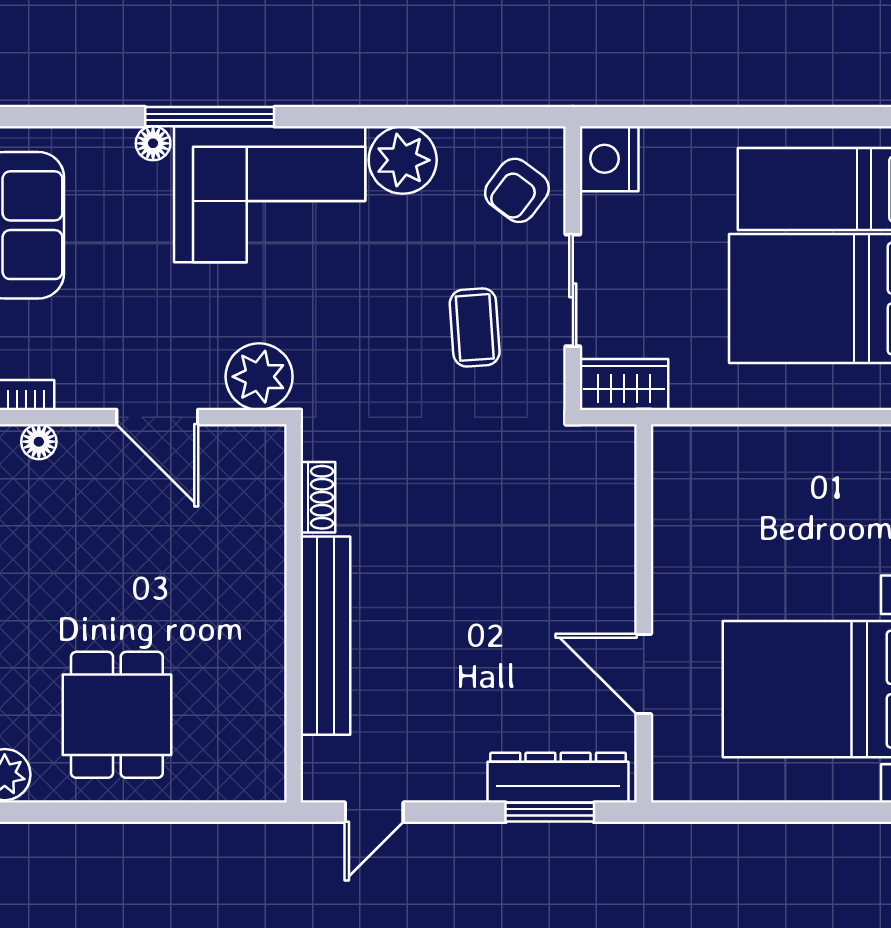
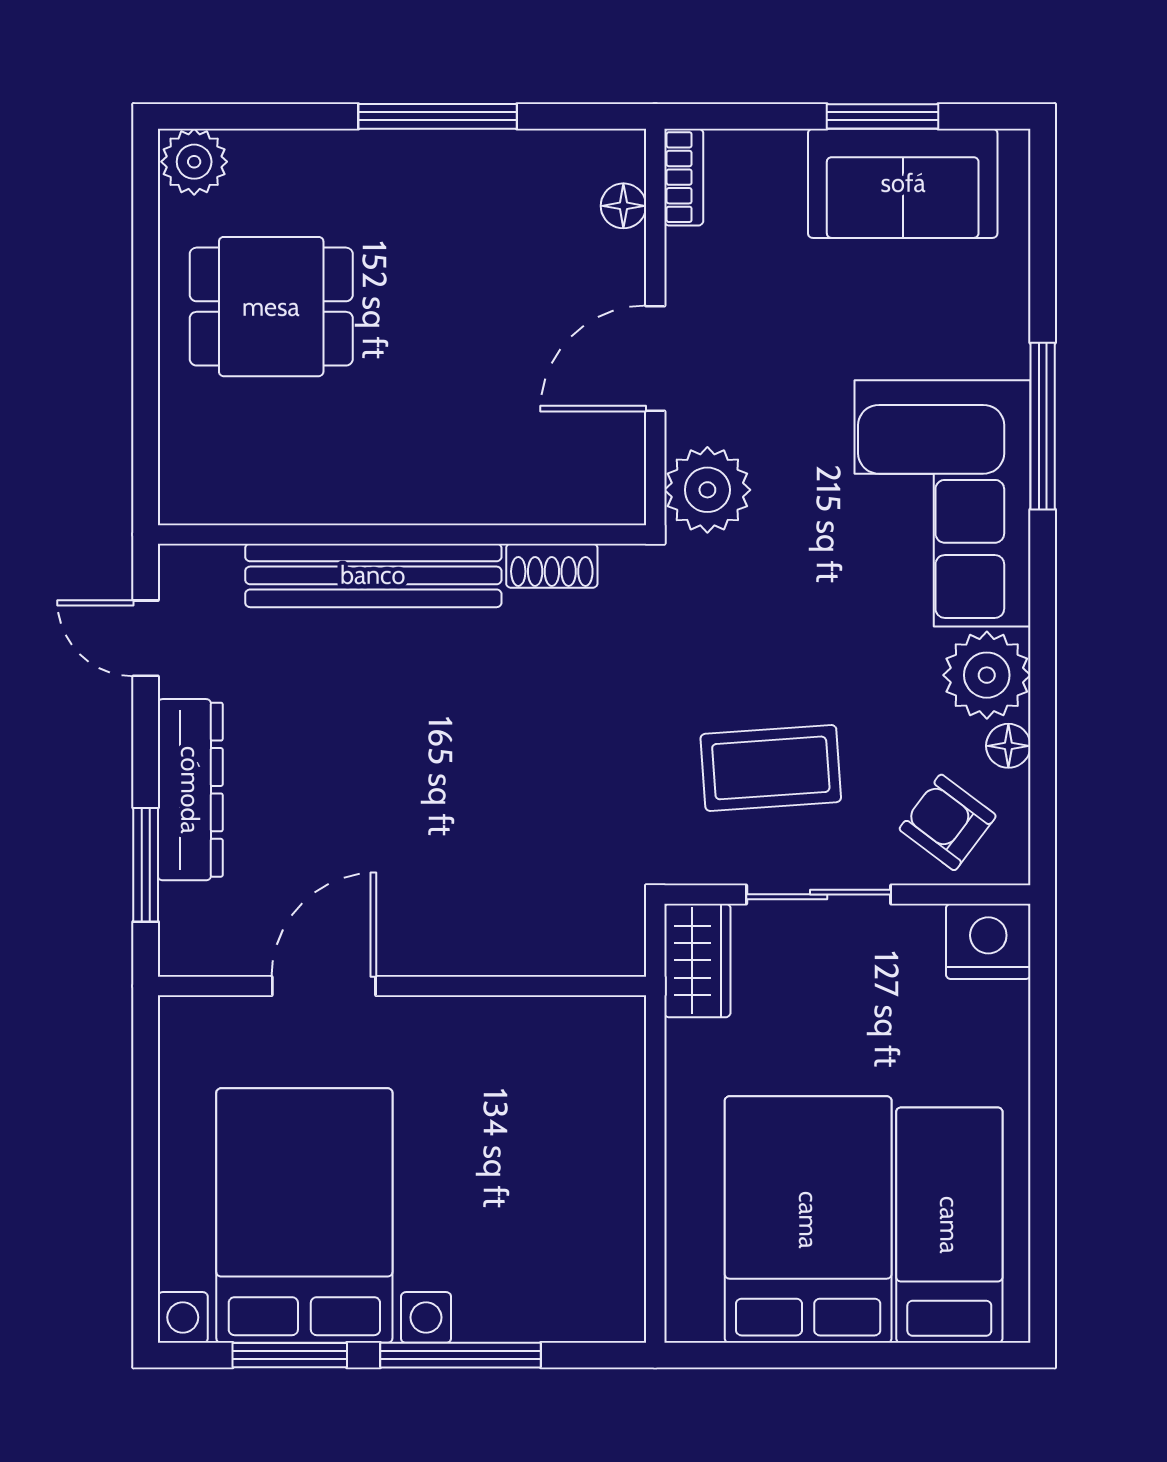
floor lamp: (153, 143) -> (1008, 746), moved
coffee table: (475, 327) -> (771, 768), width x1.36, depth x1.30
dresser: (558, 778) -> (190, 790), moved

